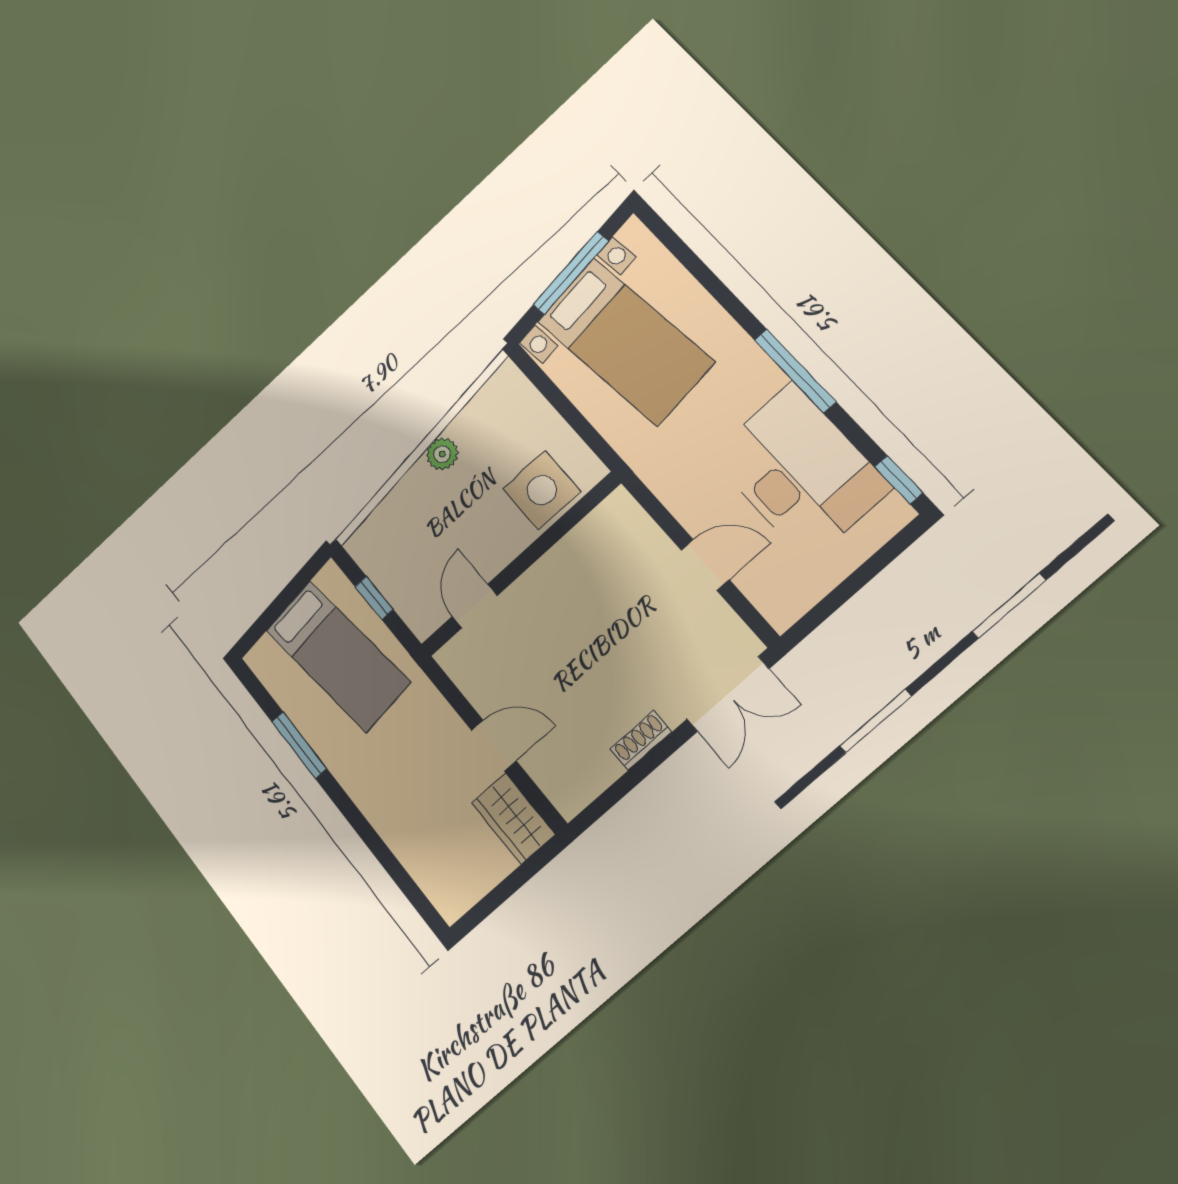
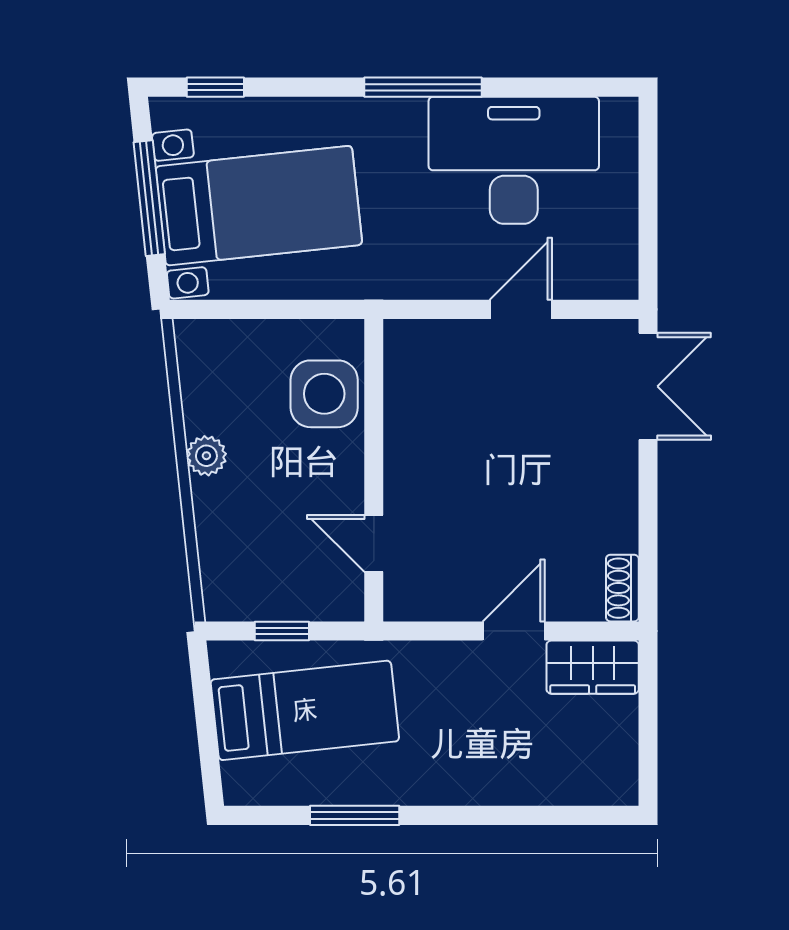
window: (899, 480) -> (215, 87), moved
shoe rack: (641, 740) -> (622, 588), moved

